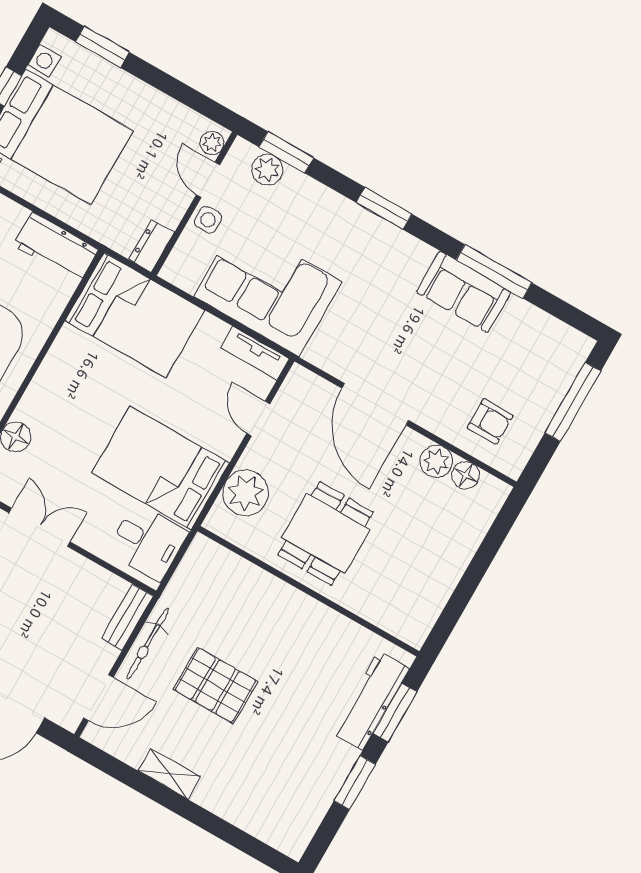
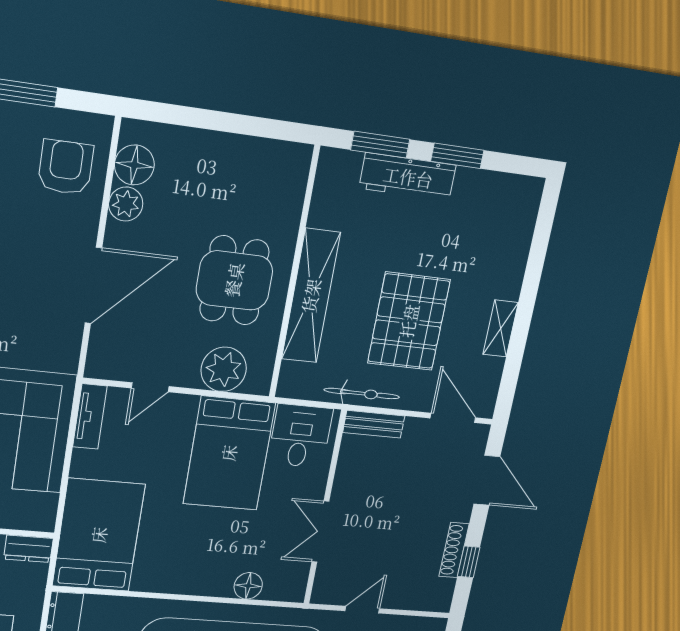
armchair: (490, 421) -> (66, 167), width x1.38, depth x1.38
floor lamp: (466, 475) -> (134, 165), width x1.38, depth x1.38
dining table: (326, 533) -> (234, 280), turned 90
shelving: (281, 600) -> (311, 296), added
bicycle: (148, 644) -> (362, 393), moved
pallet: (215, 685) -> (409, 321), width x1.37, depth x1.41
workbench: (371, 701) -> (408, 177), moved

